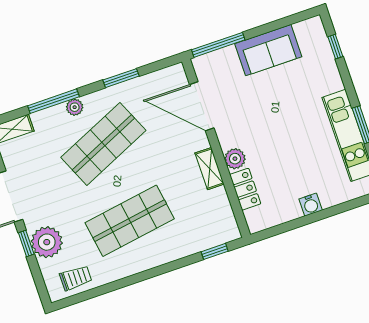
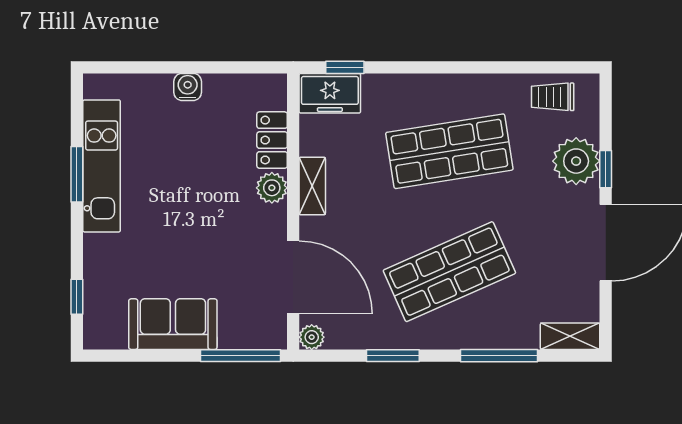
plant: (75, 107) -> (312, 337), moved
freezer: (219, 232) -> (330, 93), added

